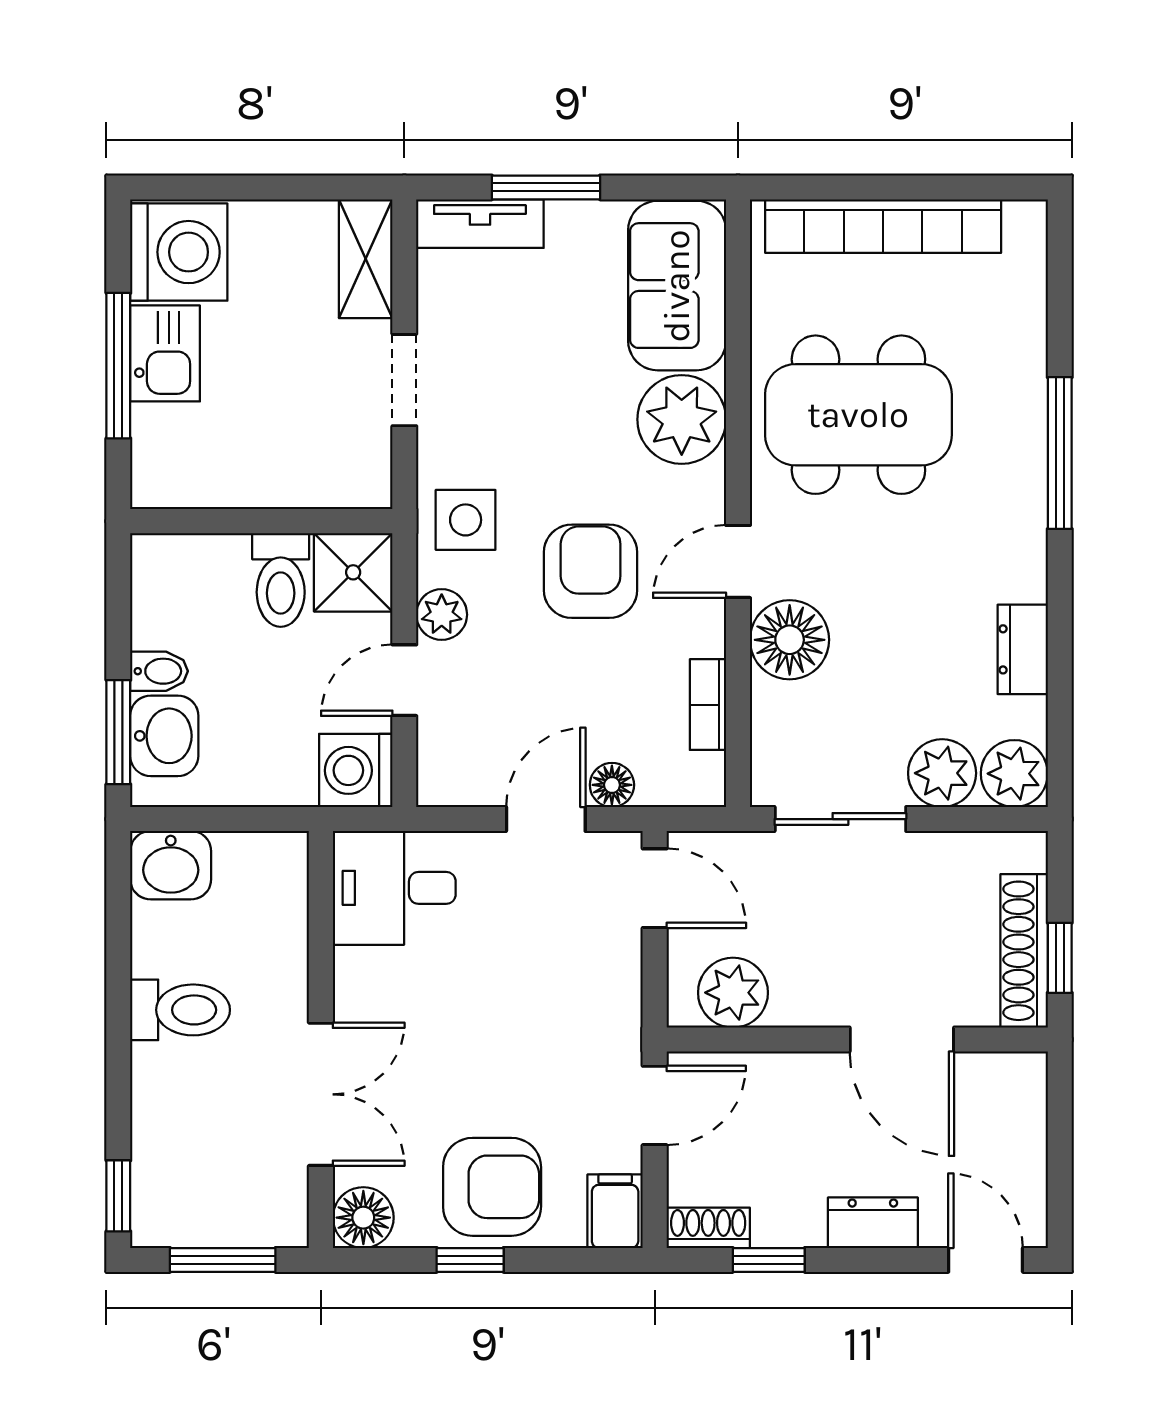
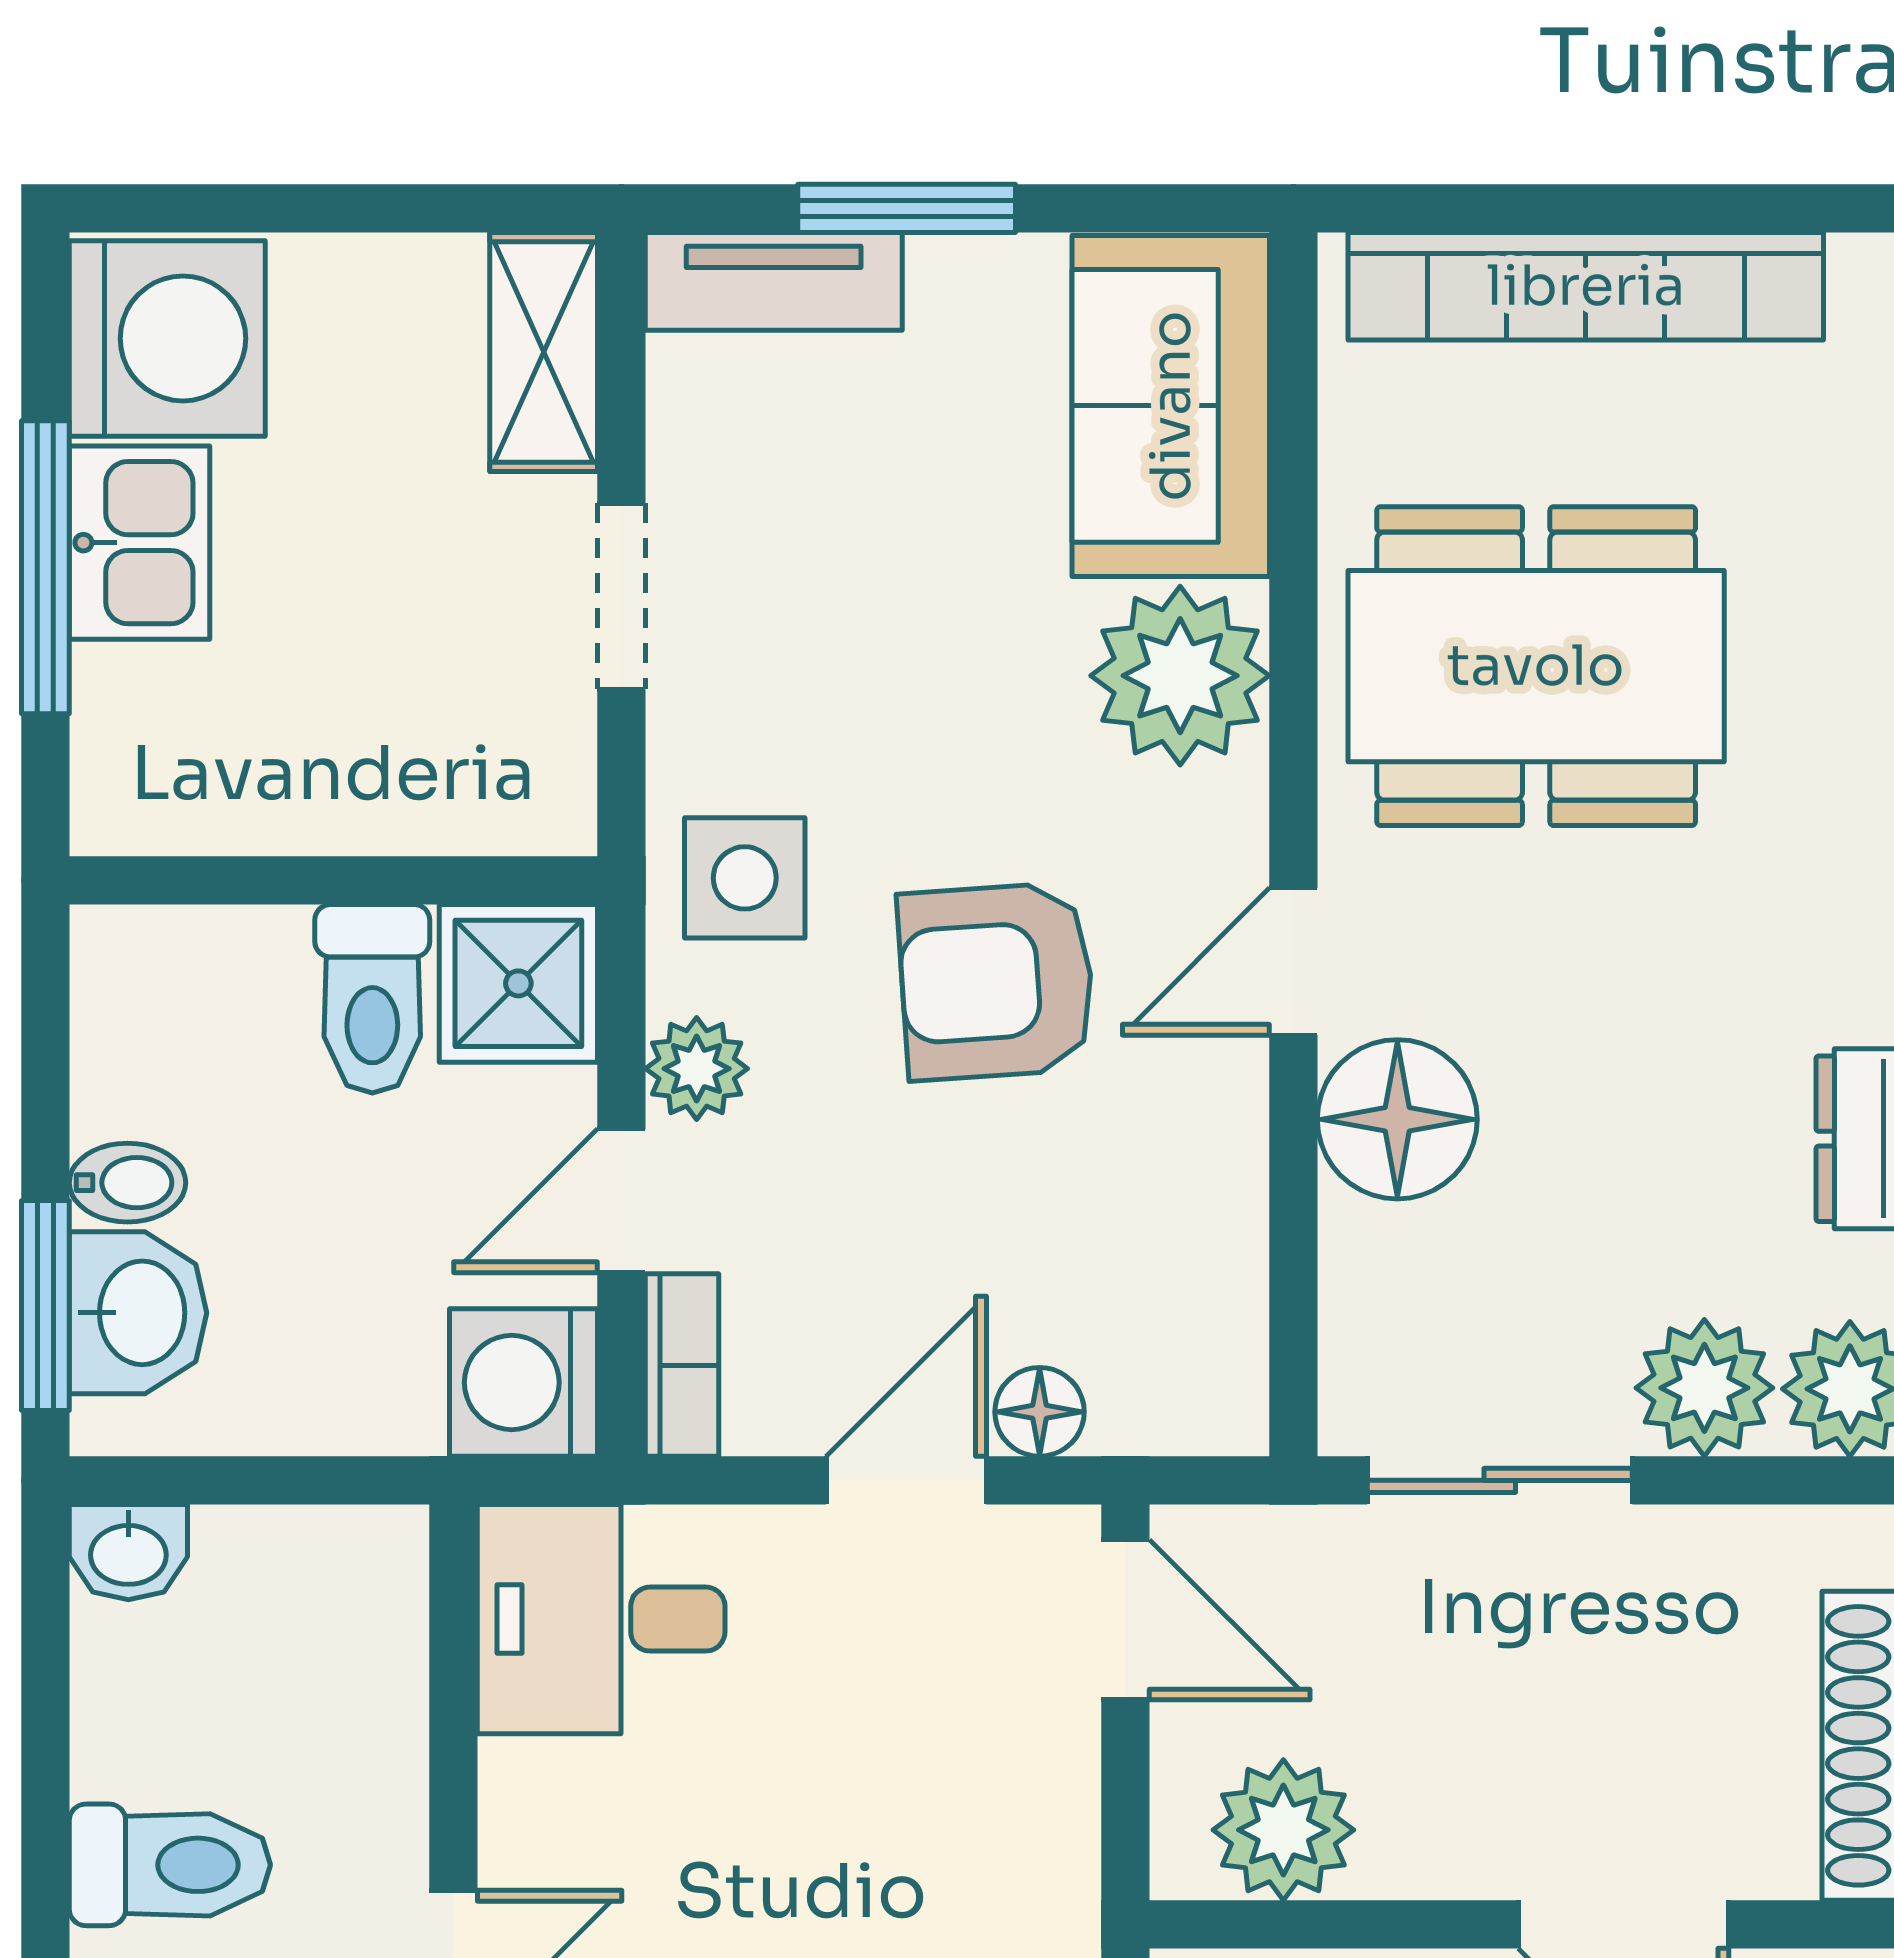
armchair: (591, 571) -> (996, 981), turned -94
bookcase: (708, 705) -> (682, 1365), moved, turned 180
washbasin: (171, 865) -> (128, 1552), width x0.72, depth x0.69

